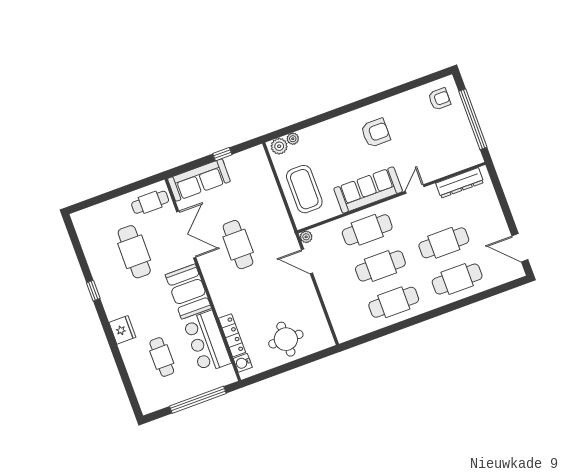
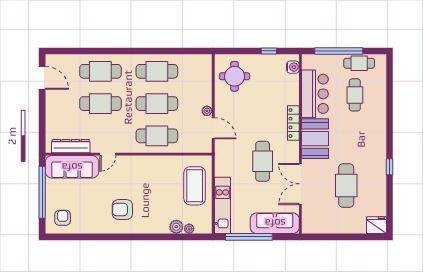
armchair: (439, 99) -> (63, 218), turned 90
plant: (279, 146) -> (176, 227), moved
window: (222, 154) -> (249, 237), width x3.17
kitchen unit: (265, 179) -> (222, 205), added
sofa: (368, 190) -> (72, 167), moved
cafe table: (150, 202) -> (359, 63), moved
plant: (306, 237) -> (207, 111), moved
fridge: (122, 330) -> (376, 225), moved, turned 90
locker: (232, 335) -> (293, 123), moved
round table: (286, 339) -> (235, 76), moved
window: (276, 371) -> (269, 51), added

